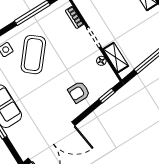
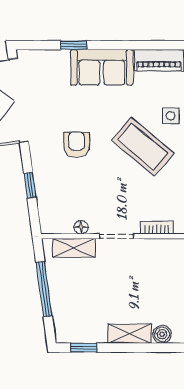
armchair: (79, 92) -> (77, 145), moved
window: (107, 96) -> (30, 185), moved

